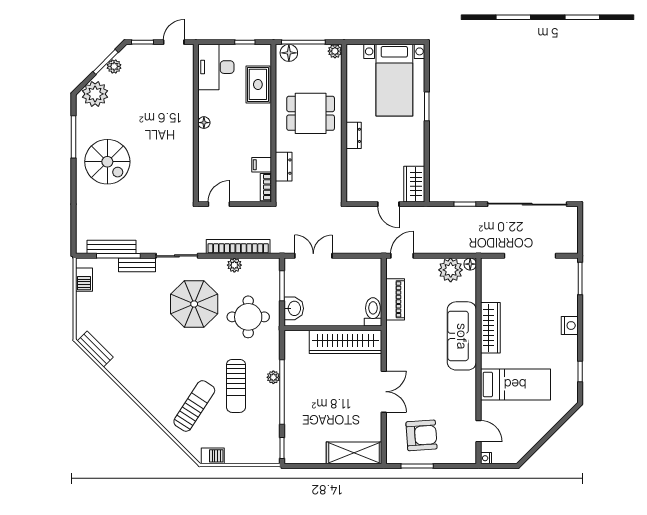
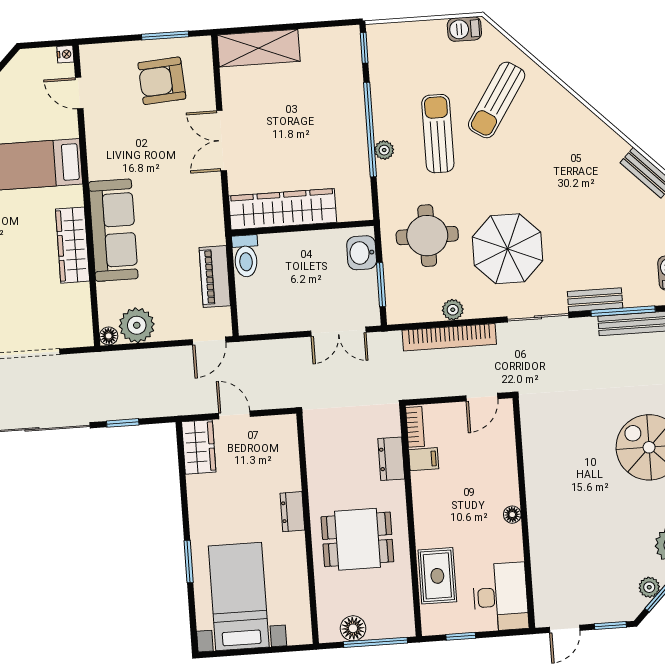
plant: (335, 51) -> (328, 632), removed
floor lamp: (289, 53) -> (353, 628), moved

